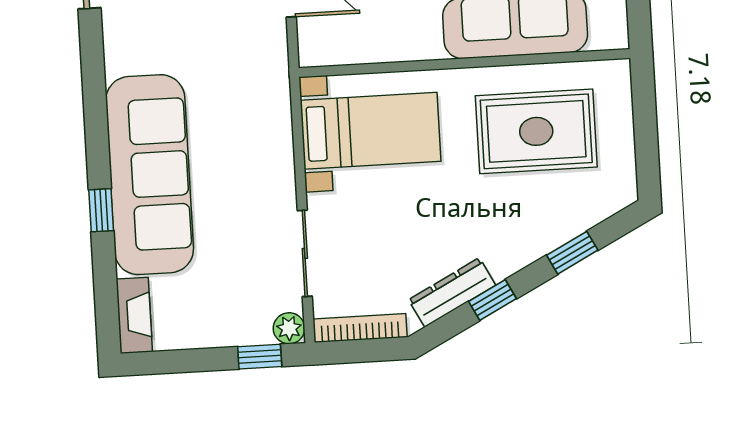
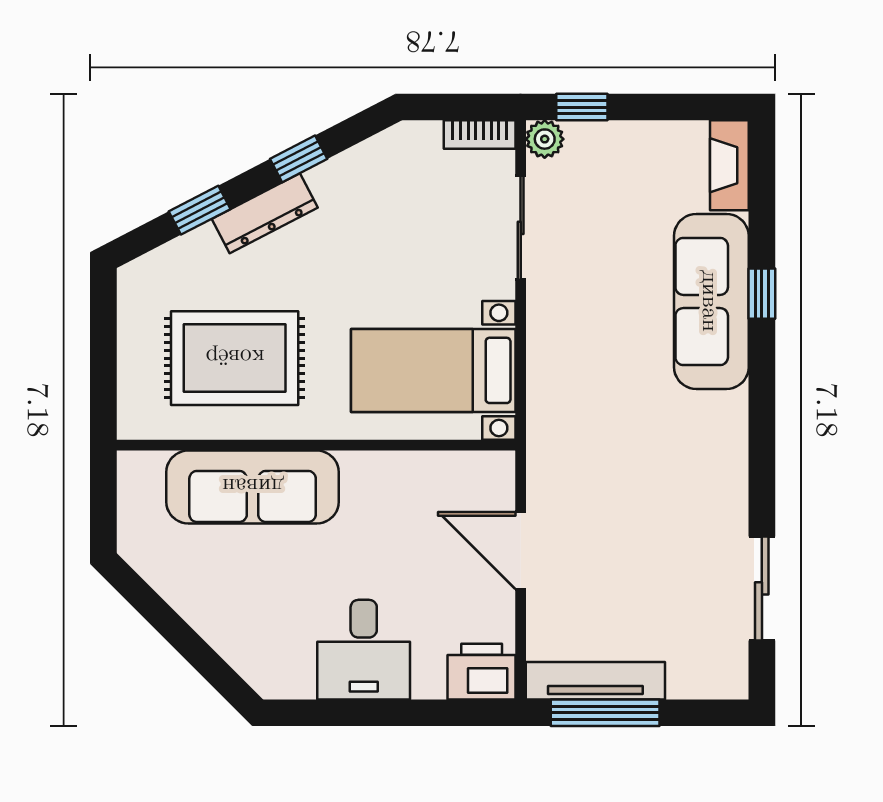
sofa: (150, 175) -> (711, 301), width x0.74, depth x0.79
dresser: (452, 292) -> (265, 213), moved
bookcase: (360, 328) -> (480, 135), width x0.64

